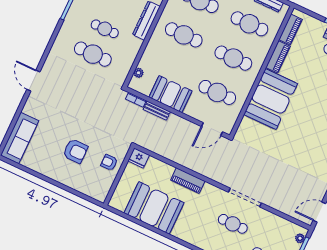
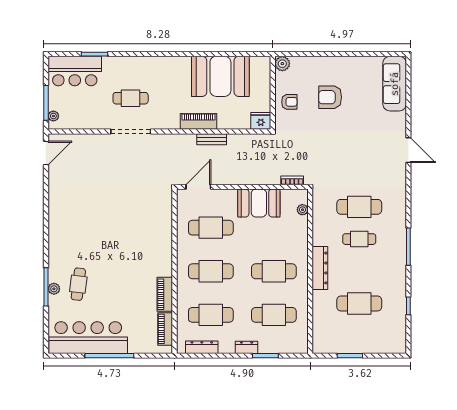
booth: (271, 99) -> (152, 247), removed
bench: (157, 111) -> (212, 139), moved
plant: (101, 195) -> (282, 64), added

